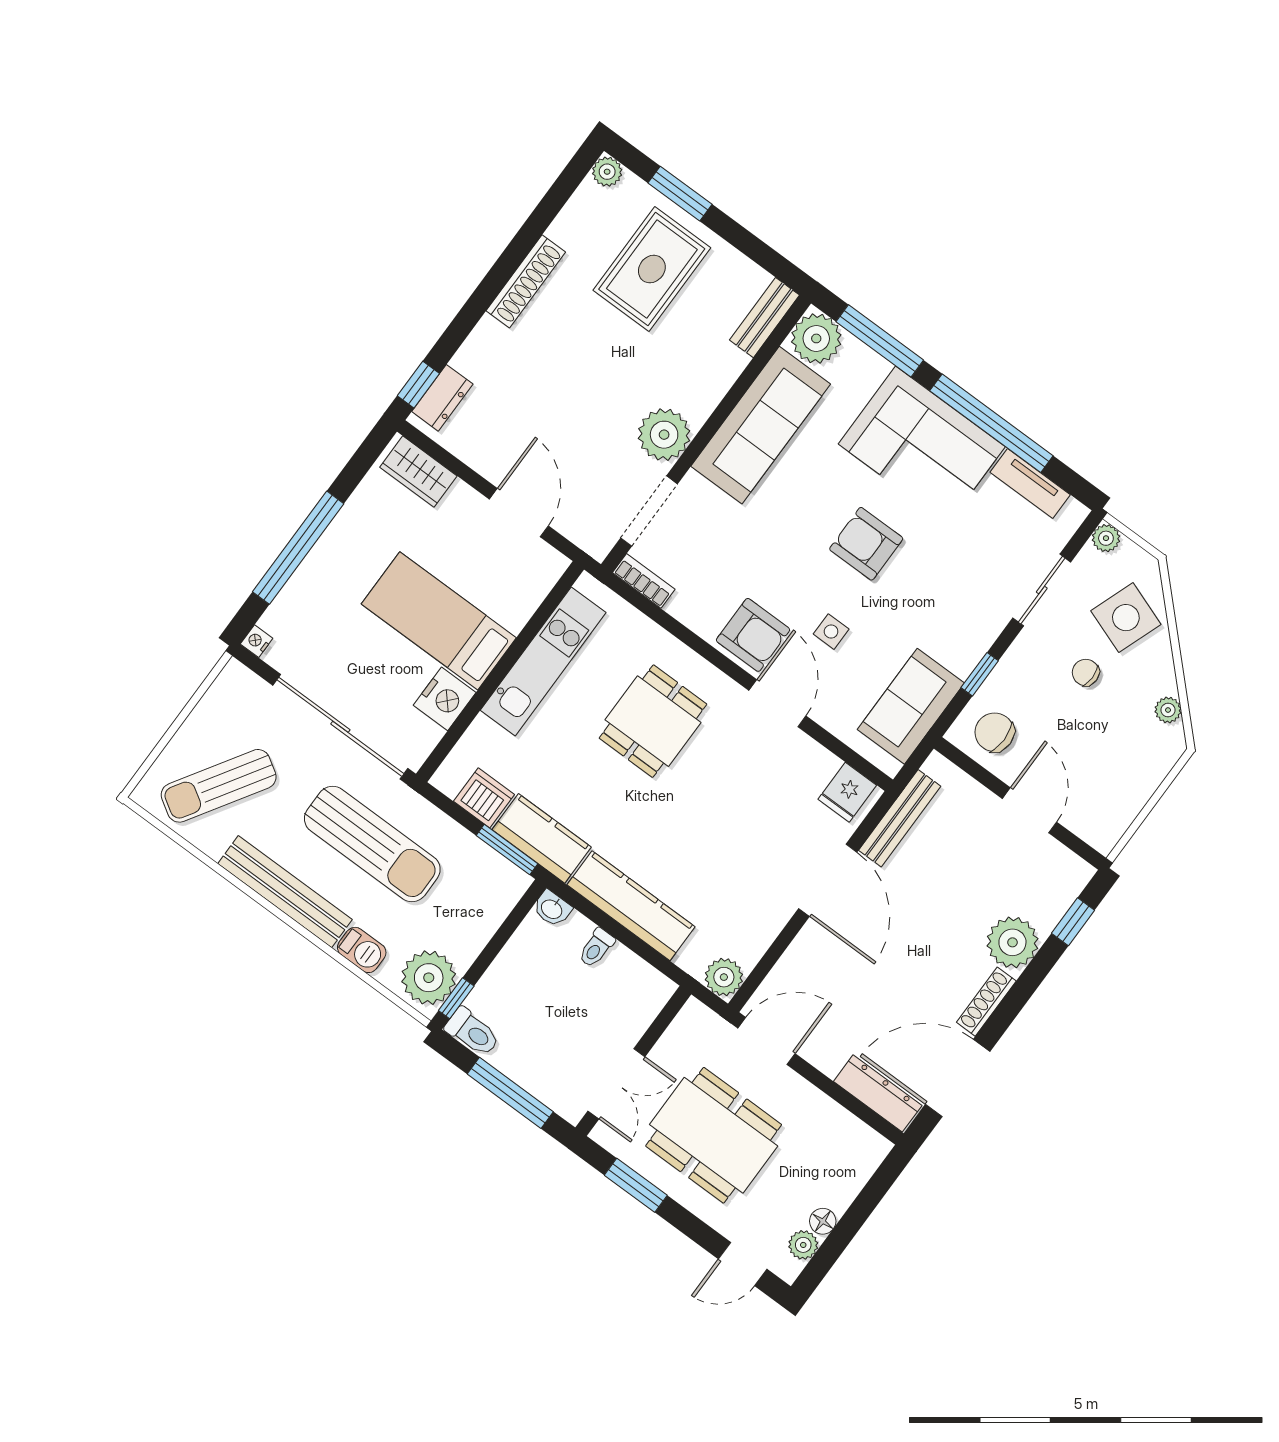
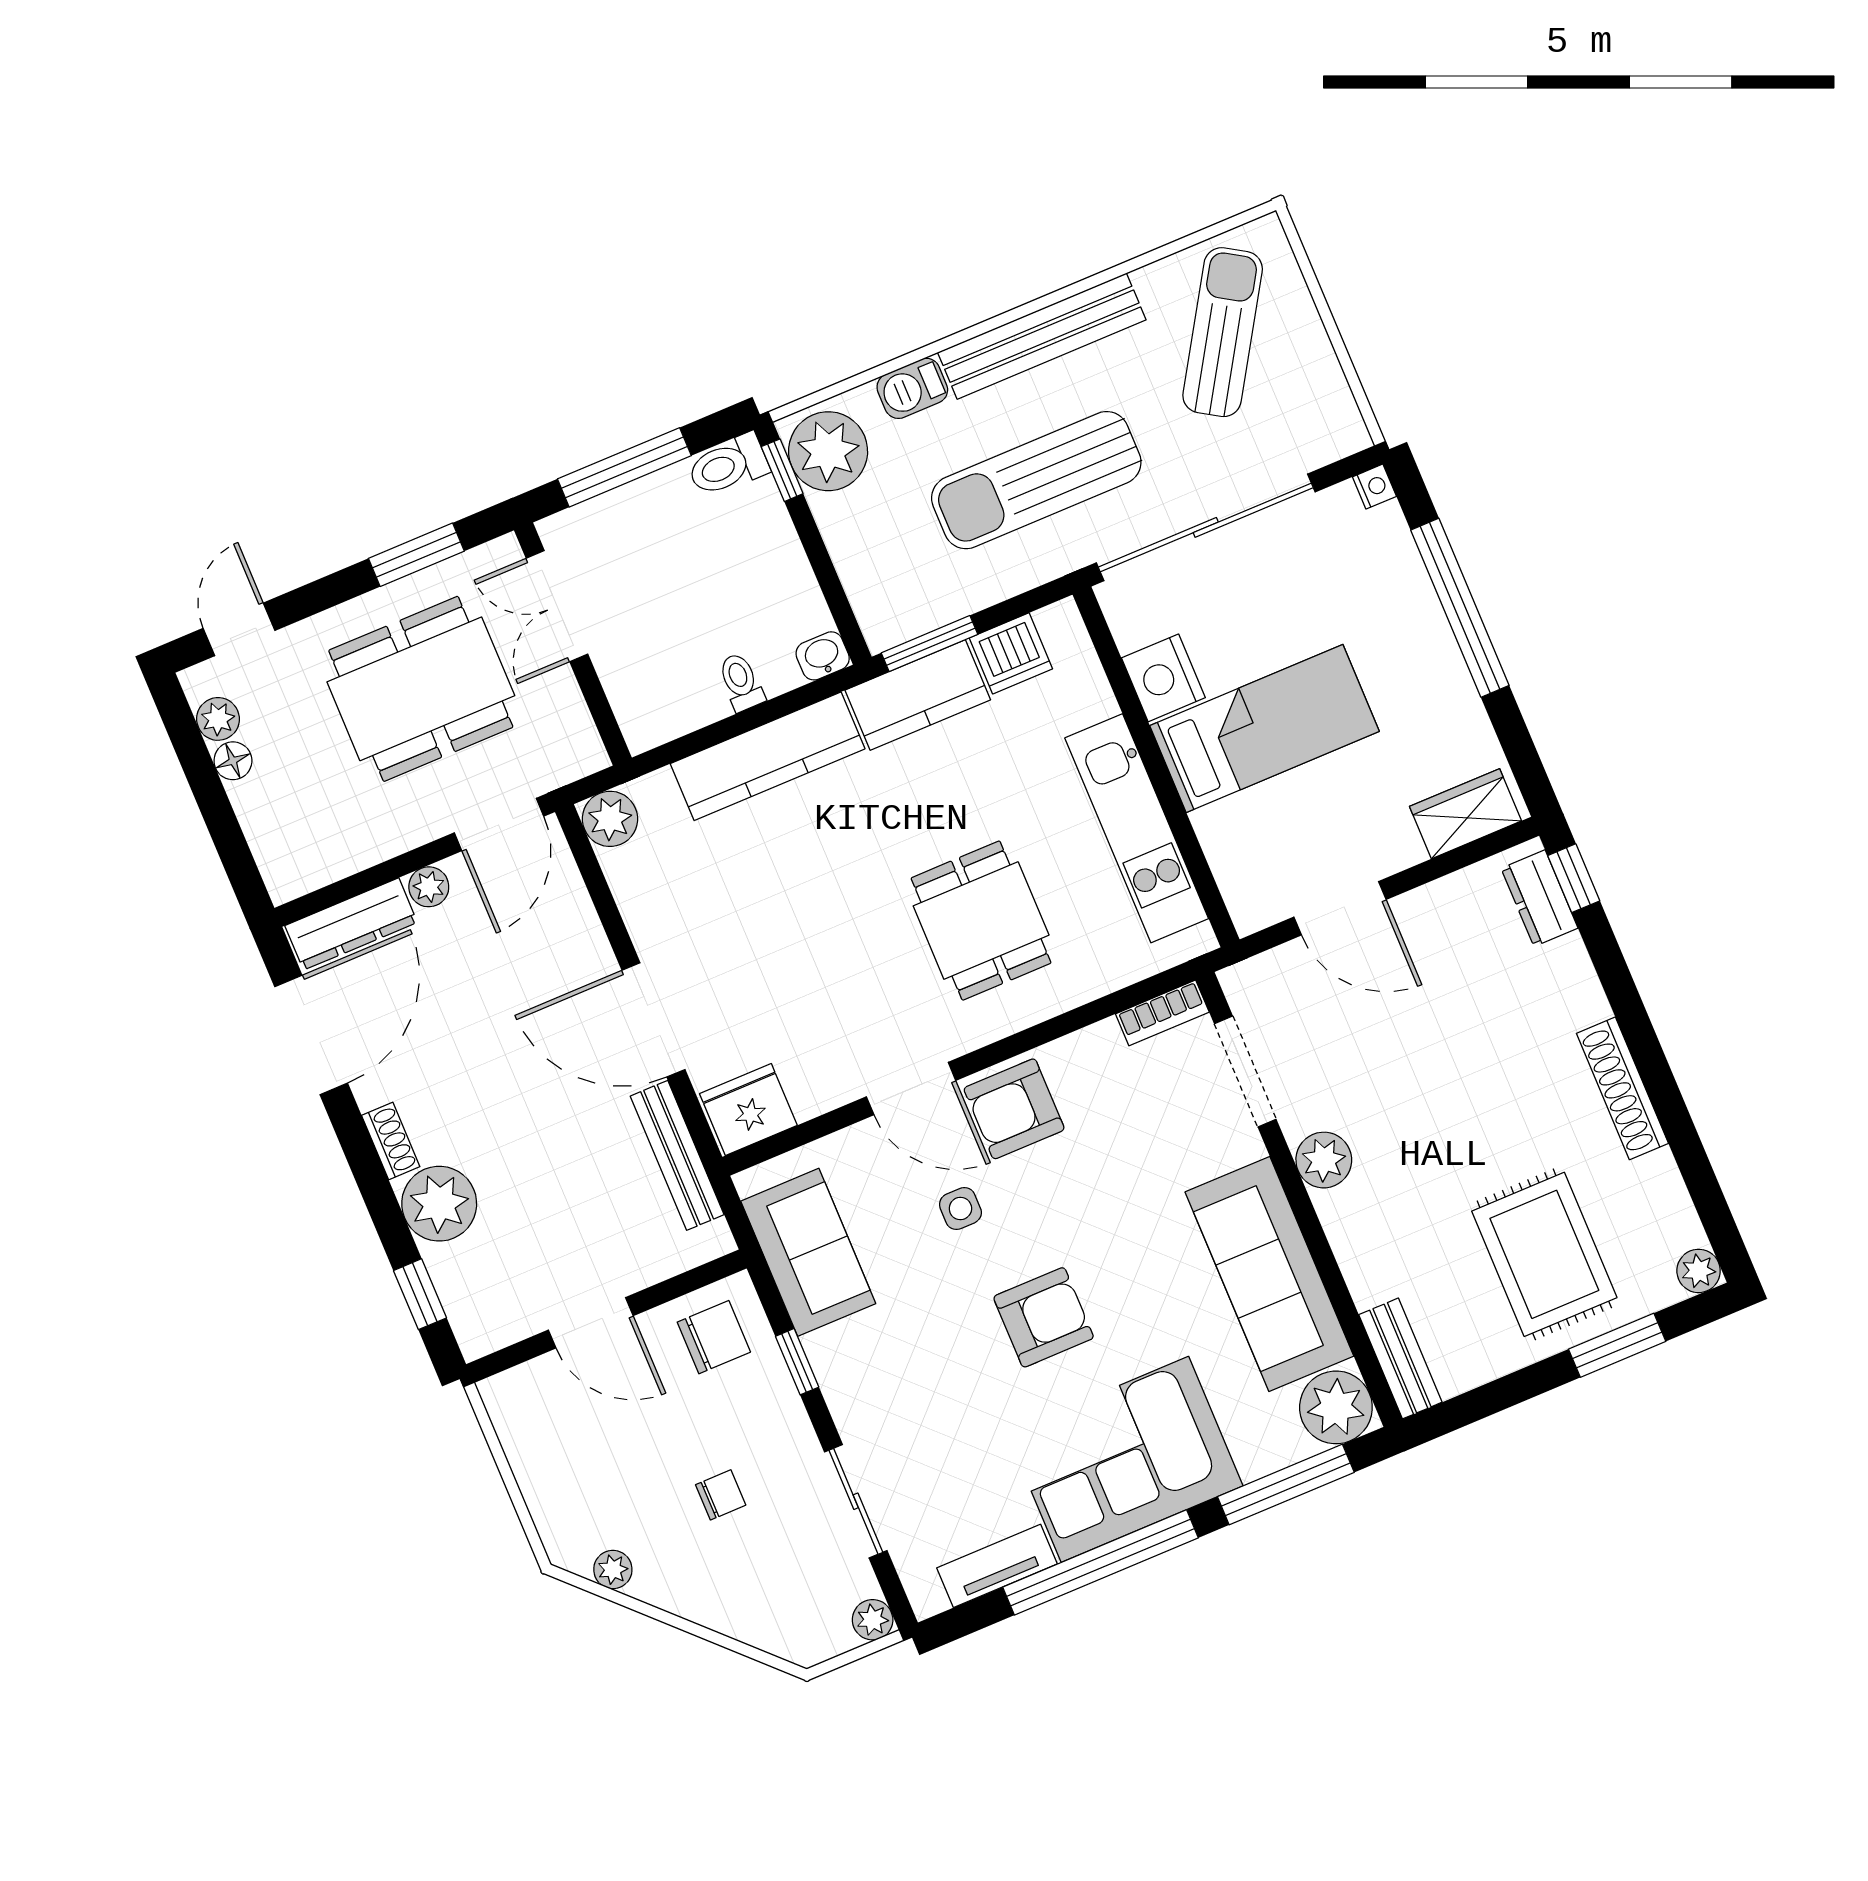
plant: (664, 435) -> (1324, 1160), width x0.73, depth x0.73
side table: (1126, 618) -> (759, 1586), removed
fridge: (847, 792) -> (748, 1109), width x1.38
shoe rack: (986, 1002) -> (391, 1141), width x0.70
plant: (828, 1061) -> (429, 887), added

